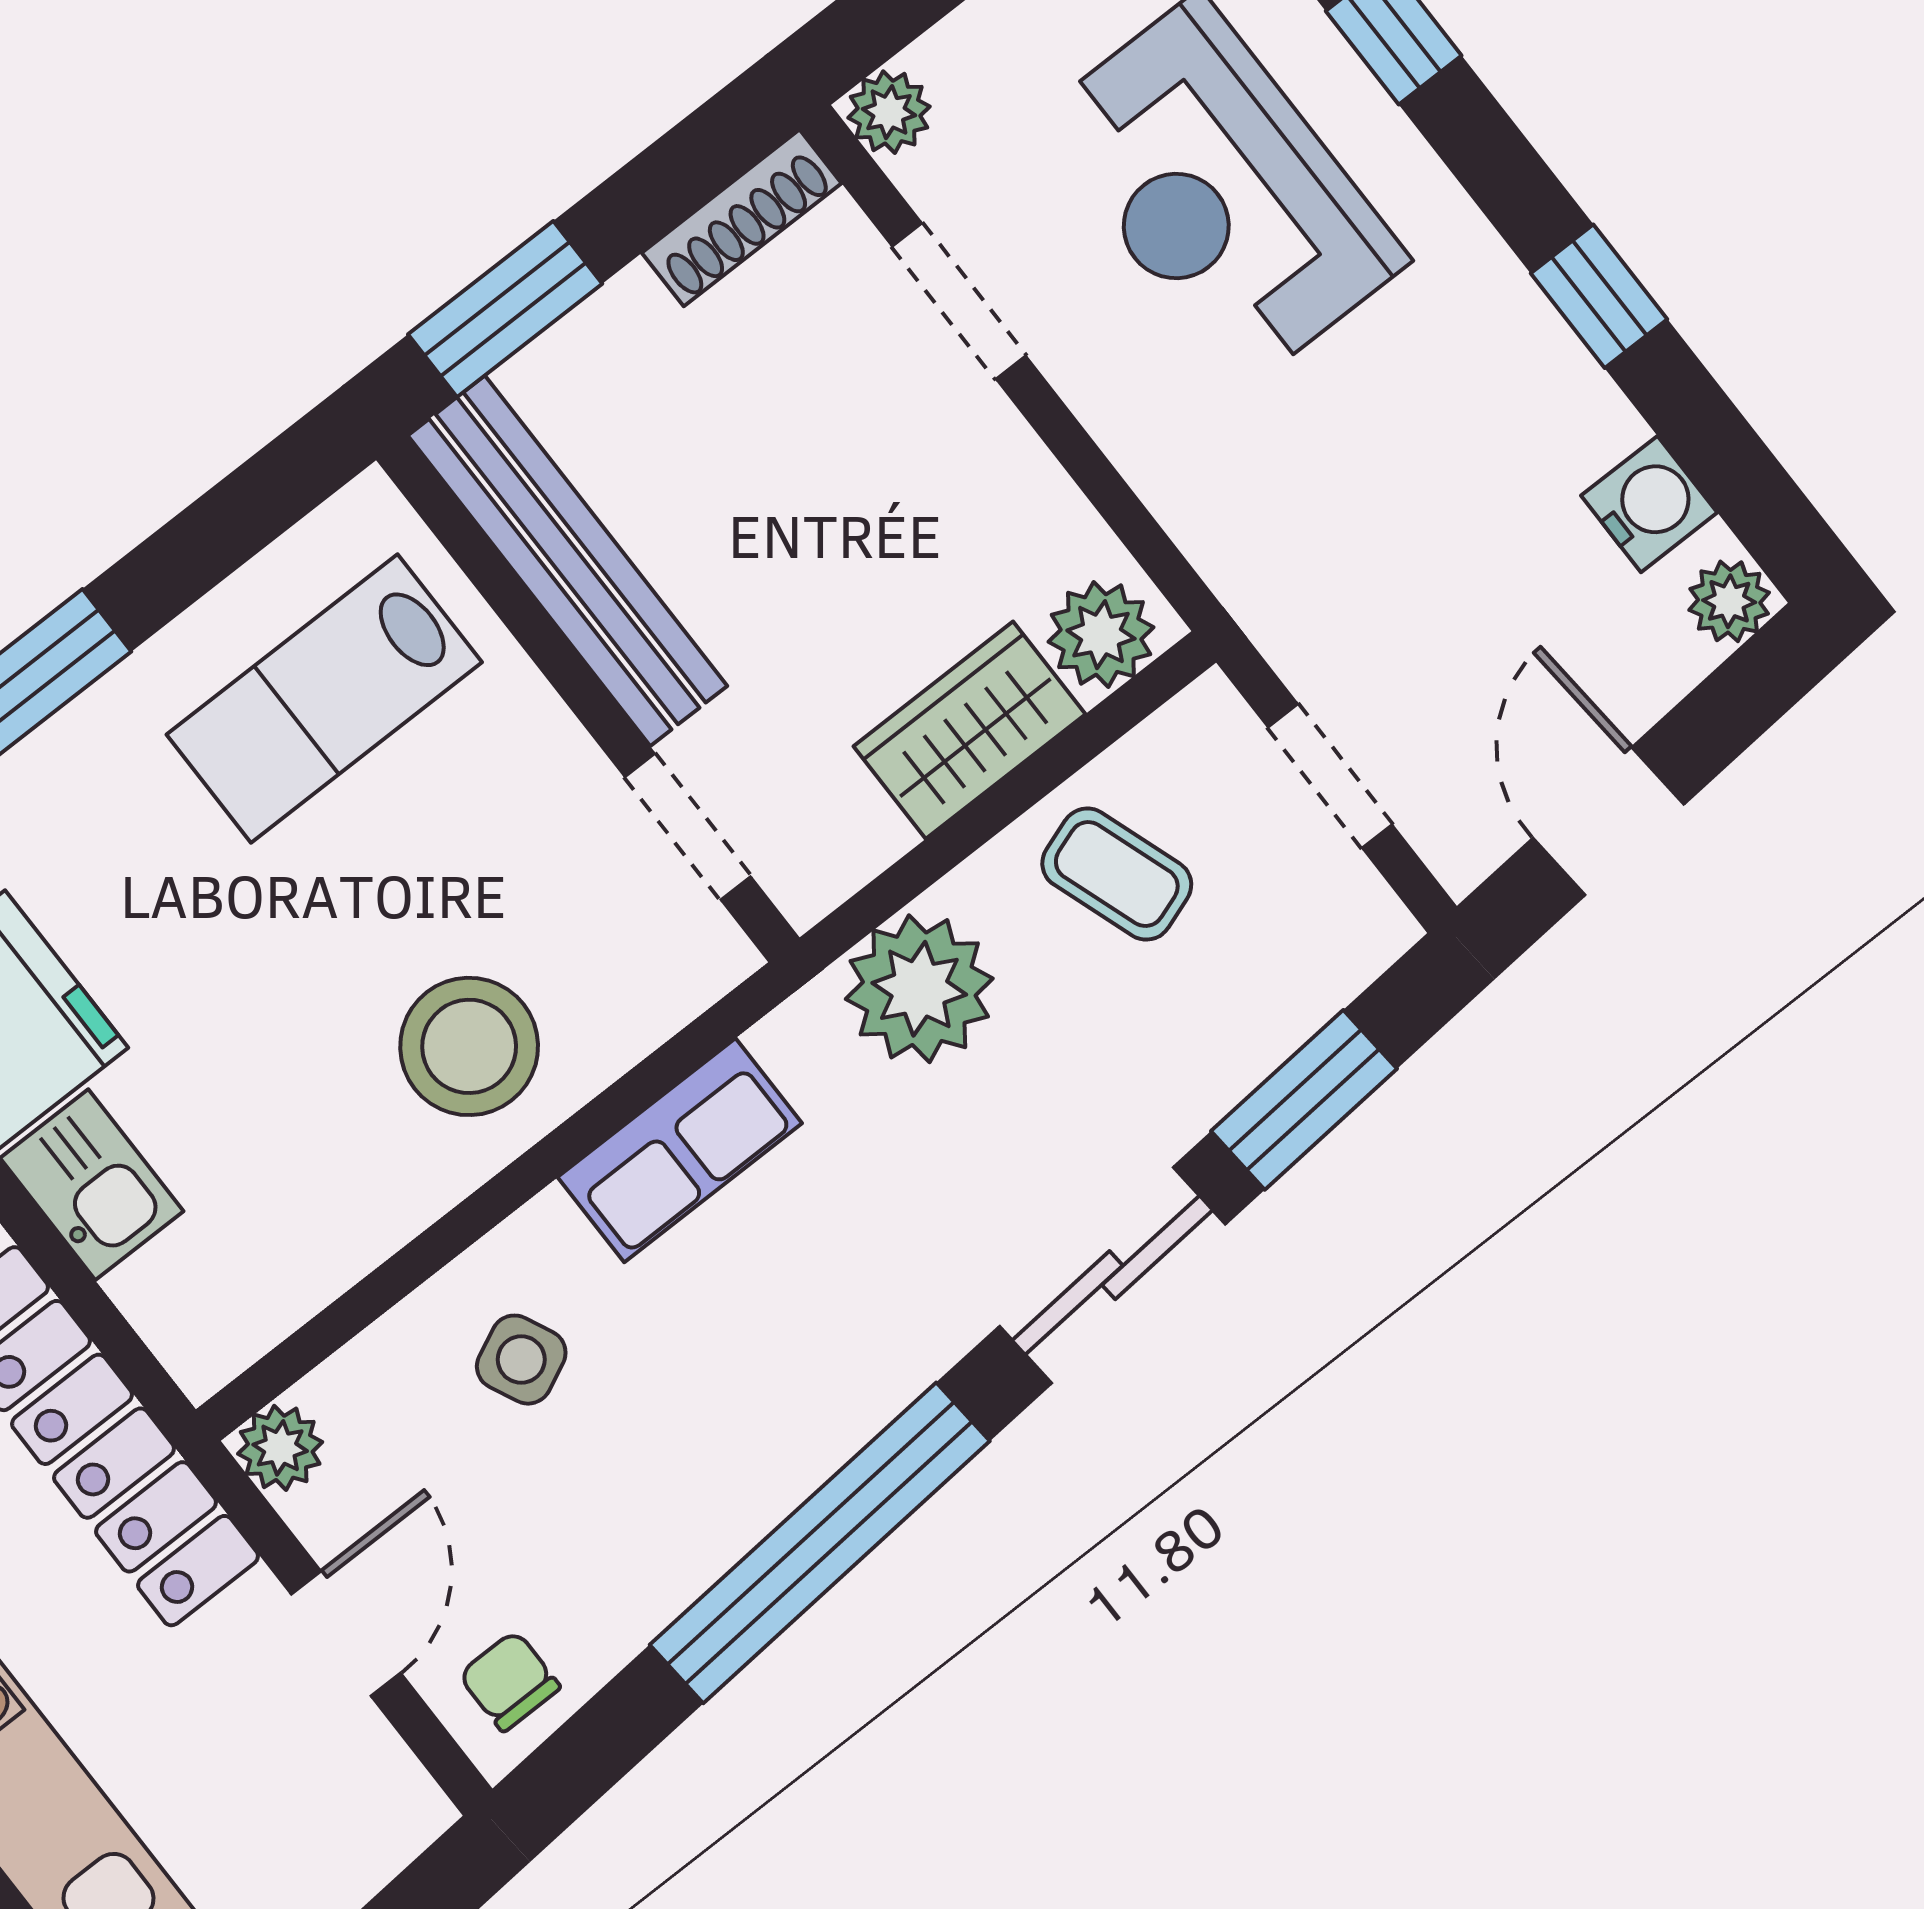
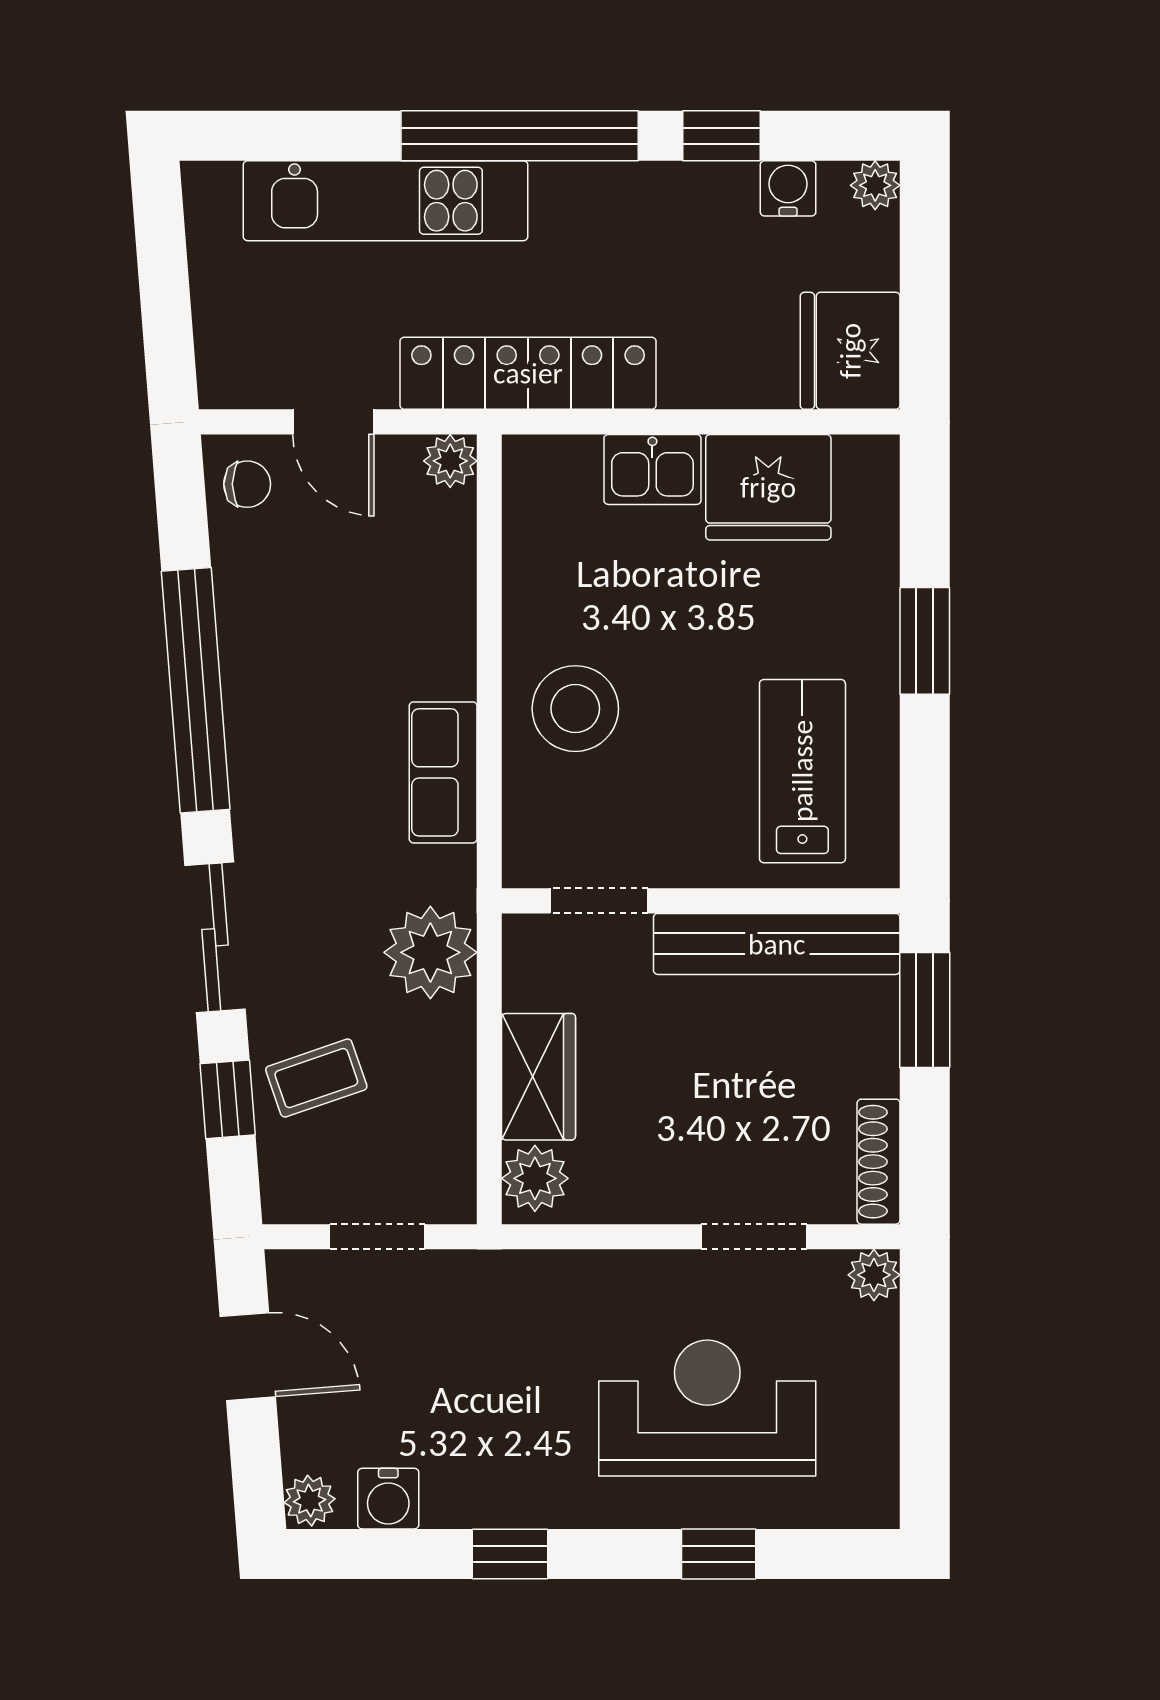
coffee table: (1117, 874) -> (316, 1078), moved
window: (1304, 1100) -> (228, 1099), width x0.67
side table: (521, 1360) -> (401, 614), removed

